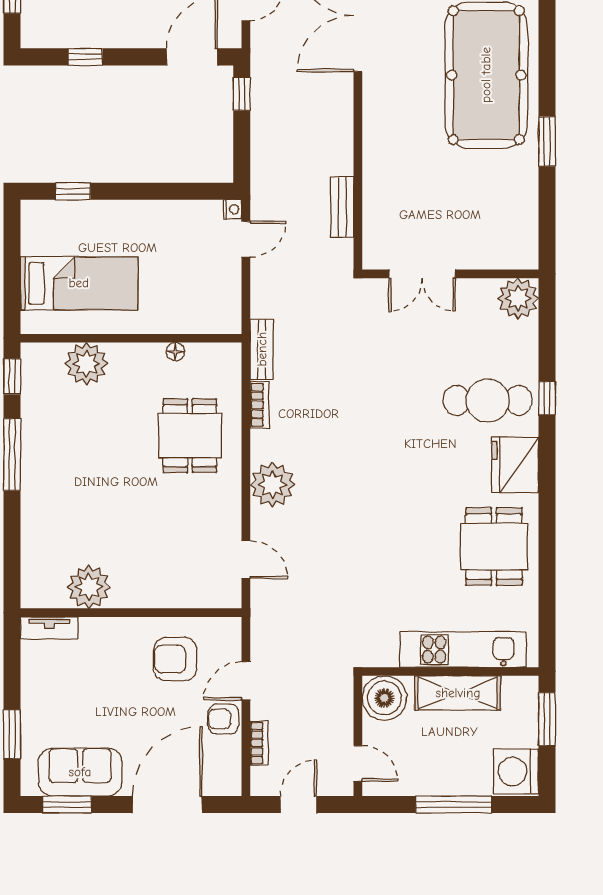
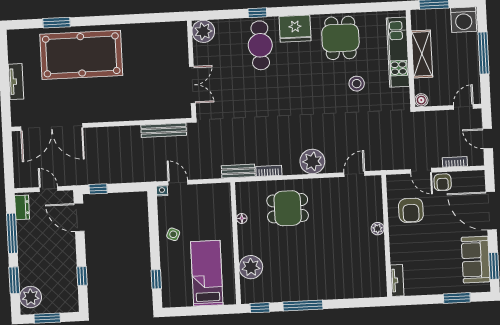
window: (547, 141) -> (57, 23), moved
bench: (342, 207) -> (164, 130), width x1.36
side table: (153, 226) -> (173, 234), added
dining table: (494, 547) -> (340, 38), turned 90
stool: (410, 572) -> (357, 84), added
plant: (89, 587) -> (378, 229), moved, width x0.53, depth x0.53
boiler: (384, 698) -> (421, 100), width x0.54, depth x0.54

